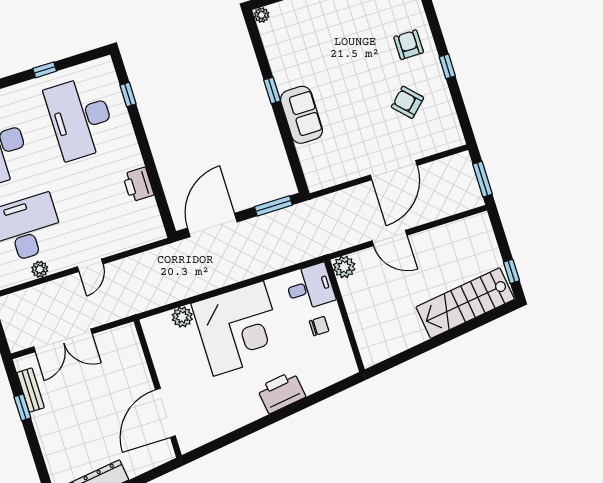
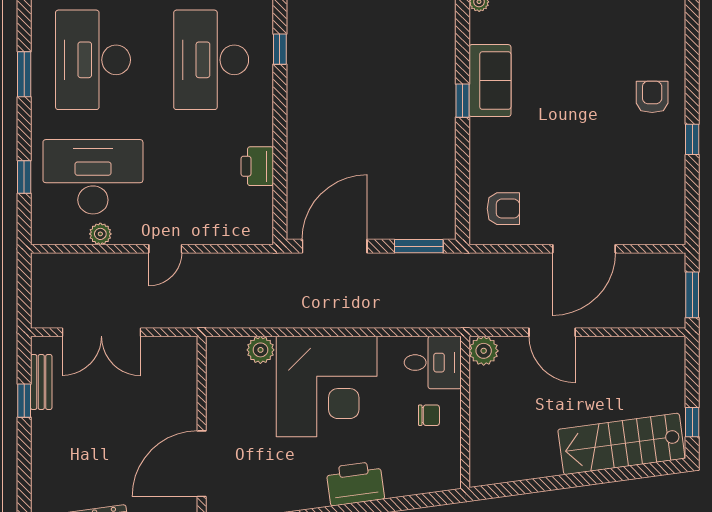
armchair: (408, 102) -> (503, 209), moved, turned 134
sofa: (301, 115) -> (490, 81), moved

